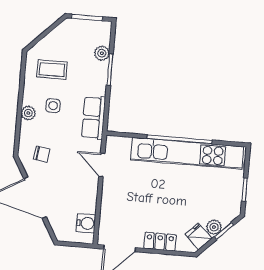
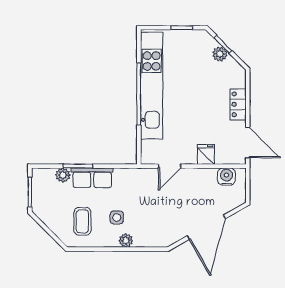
row of seats: (94, 118) -> (92, 178), moved
chair: (42, 154) -> (164, 224), removed
fridge: (199, 236) -> (206, 154), moved, turned 135

